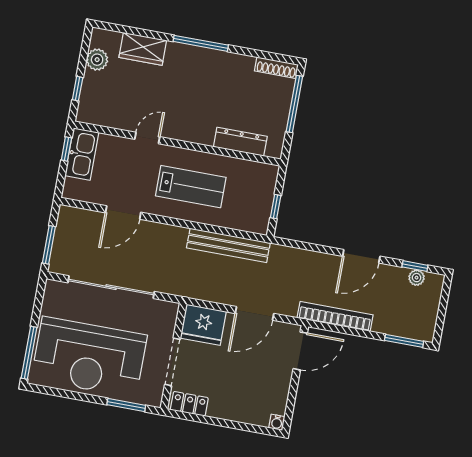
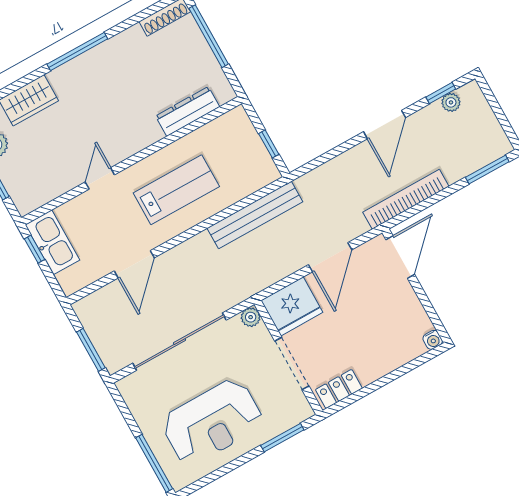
plant: (170, 310) -> (251, 317), added
reception desk: (89, 357) -> (212, 422), width x0.74, depth x0.77

